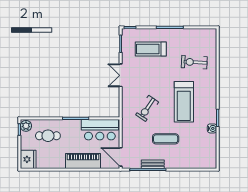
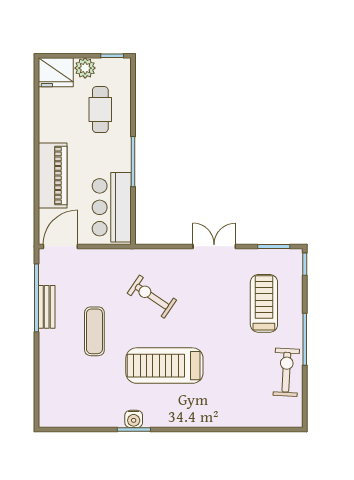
exercise bike: (194, 62) -> (286, 372), moved
plant: (26, 126) -> (85, 68), moved
water cooler: (212, 128) -> (134, 419), moved

